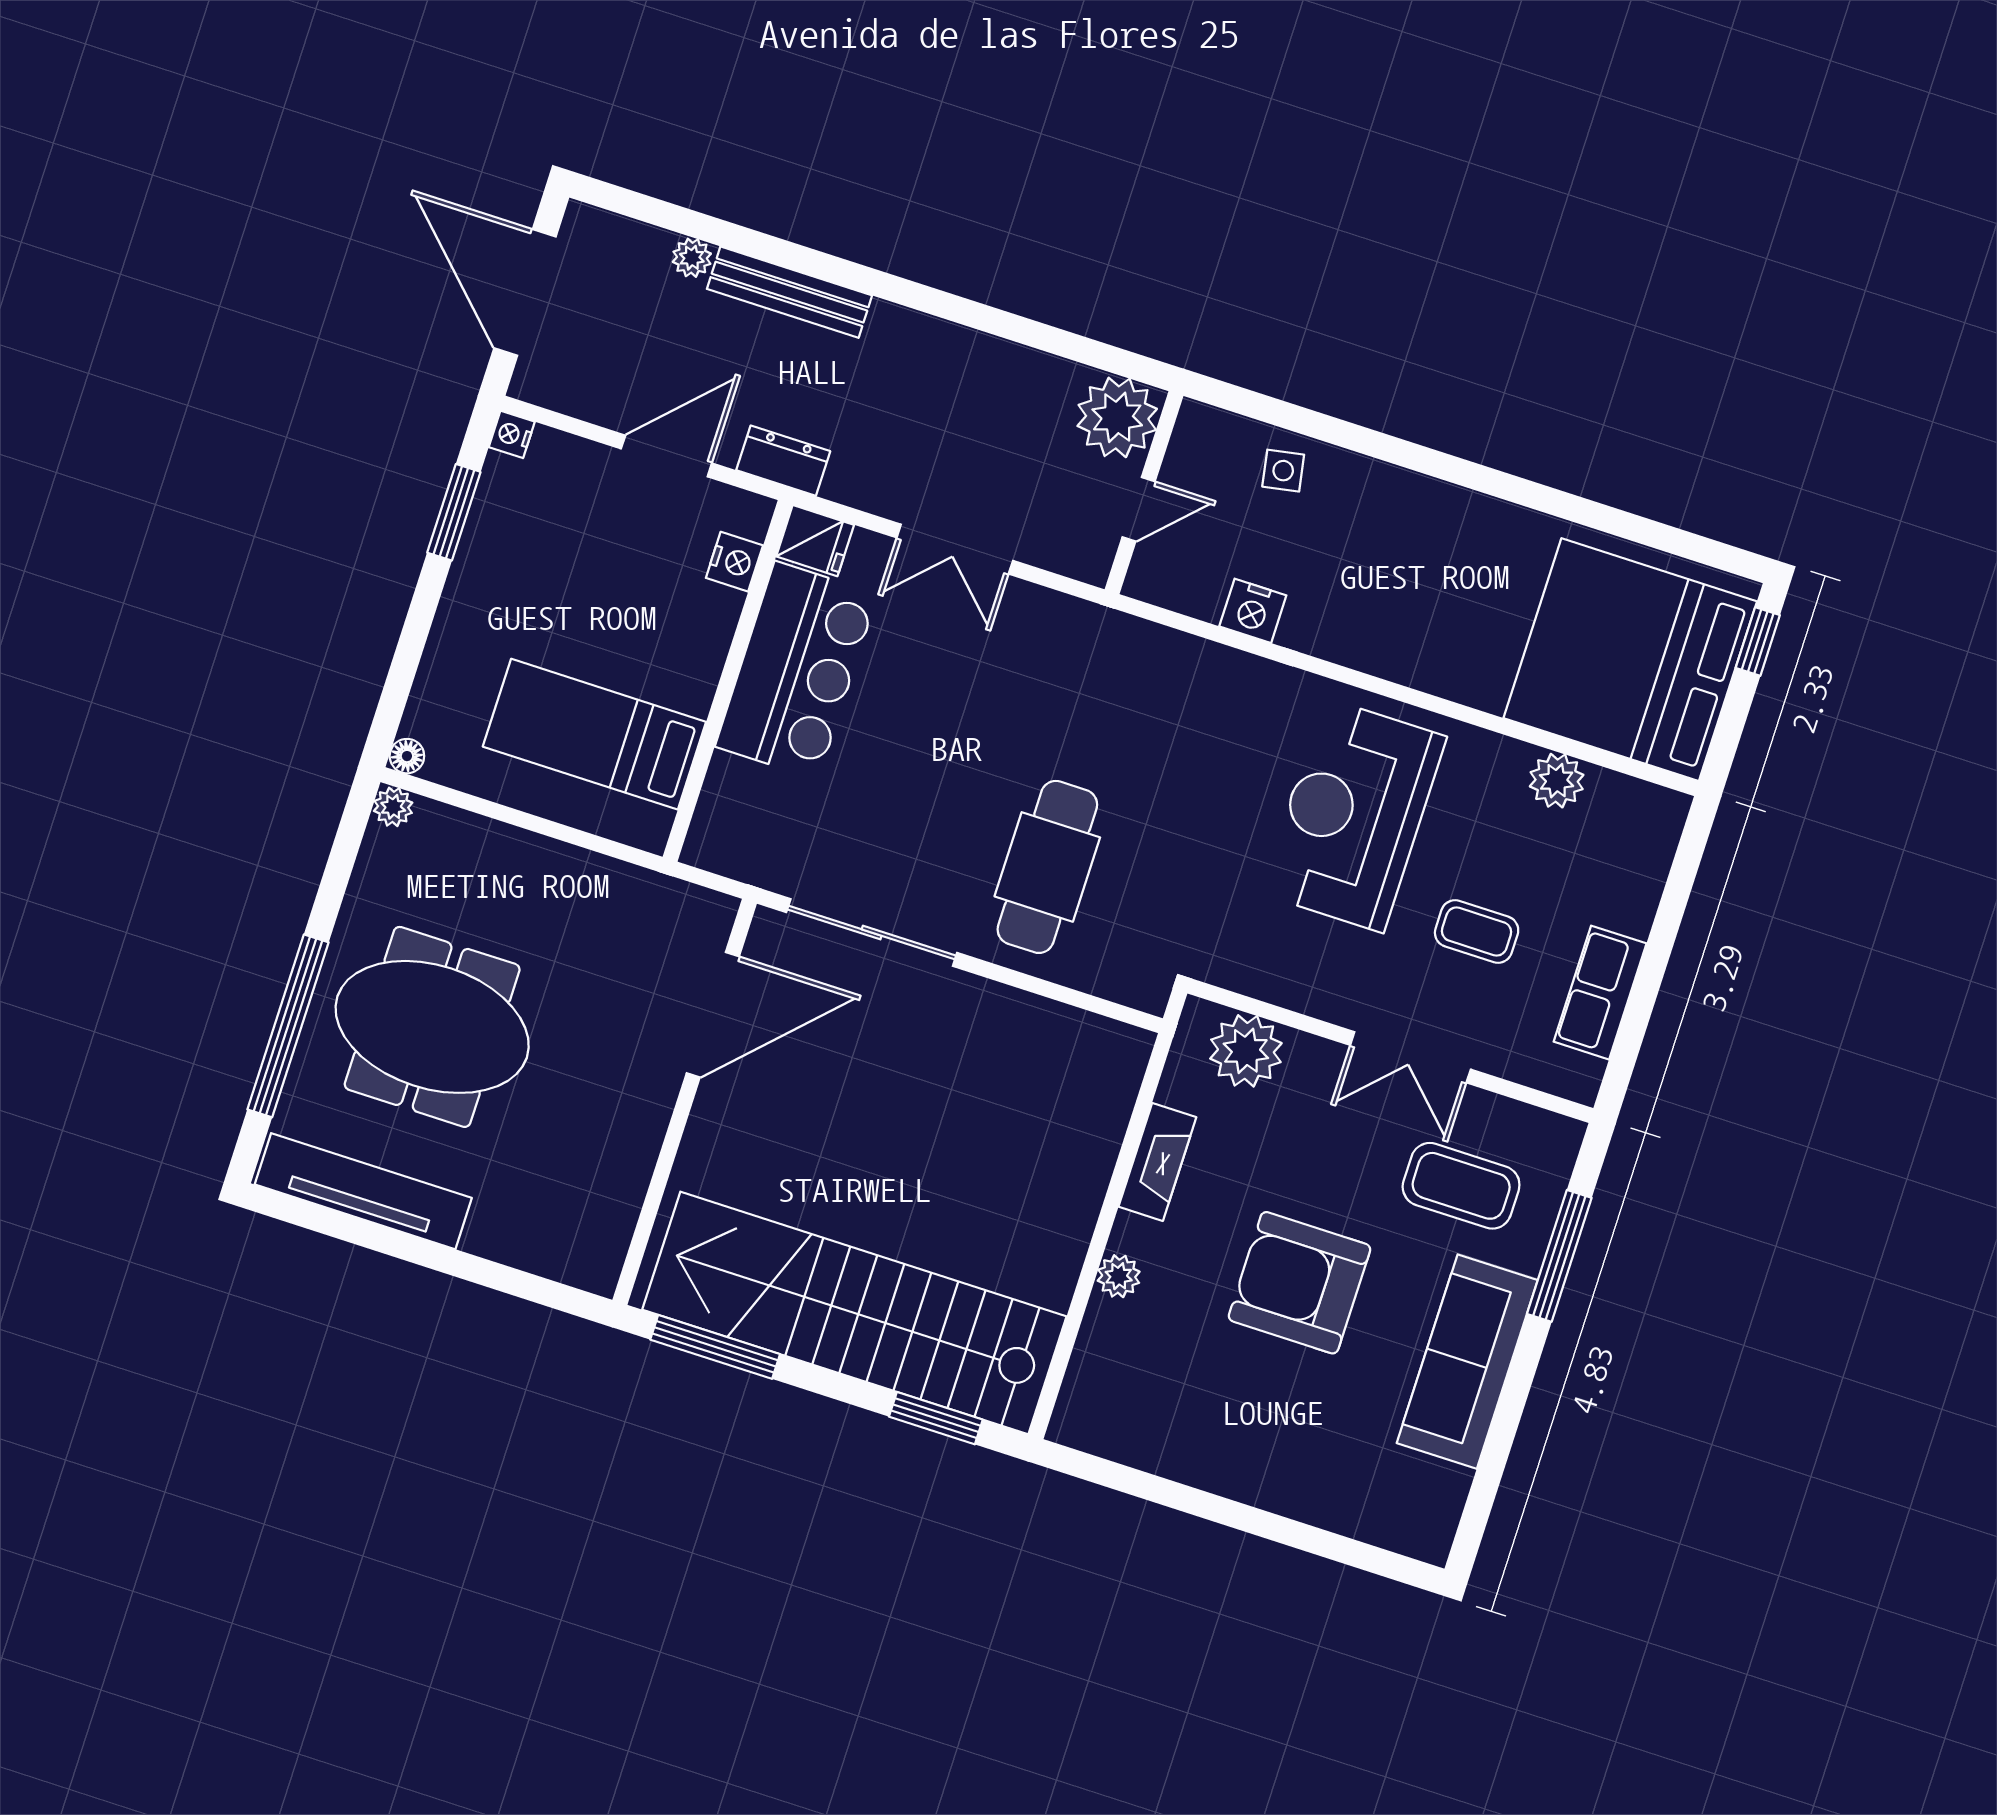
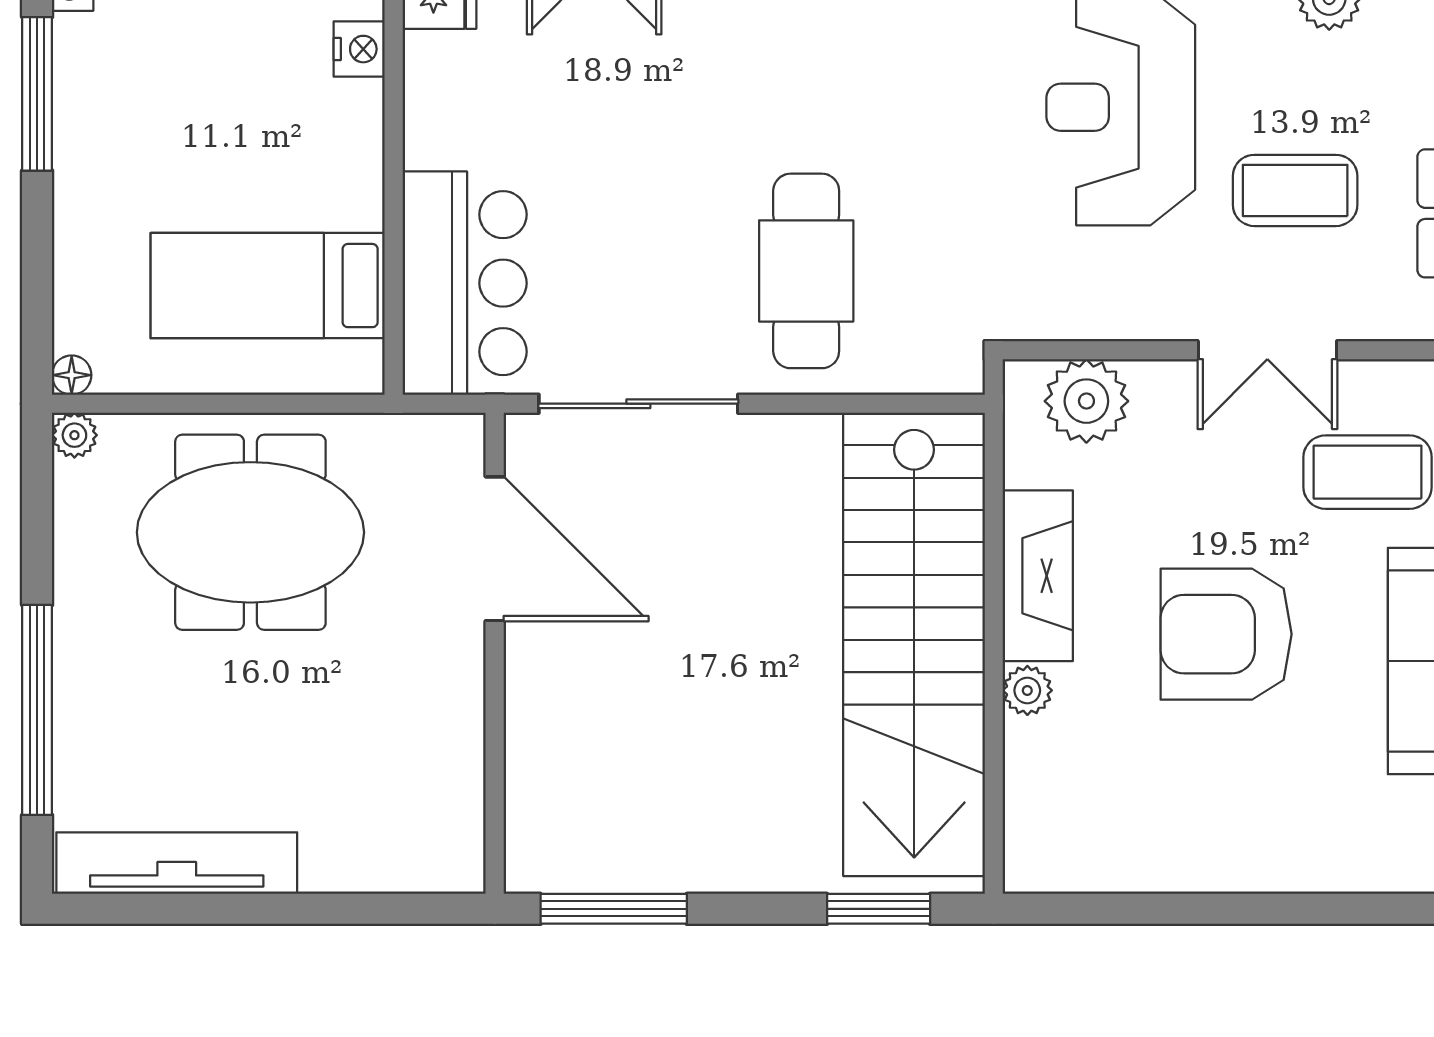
window: (454, 512) -> (37, 94), width x1.44
bar counter: (796, 670) -> (465, 283), moved
coffee table: (1477, 932) -> (1295, 190), width x1.36, depth x1.30
door: (713, 1015) -> (495, 549), hinge flipped
meeting table: (432, 1027) -> (250, 532), moved
fireplace: (1157, 1162) -> (1038, 576), width x1.37, depth x1.32
stairs: (854, 1313) -> (914, 644), moved, turned -90

